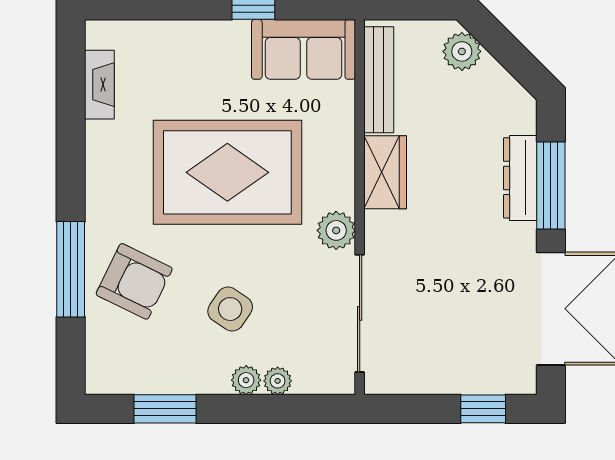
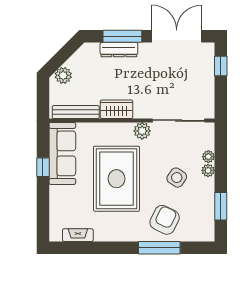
sofa: (304, 49) -> (62, 153), width x1.36

